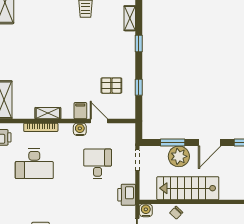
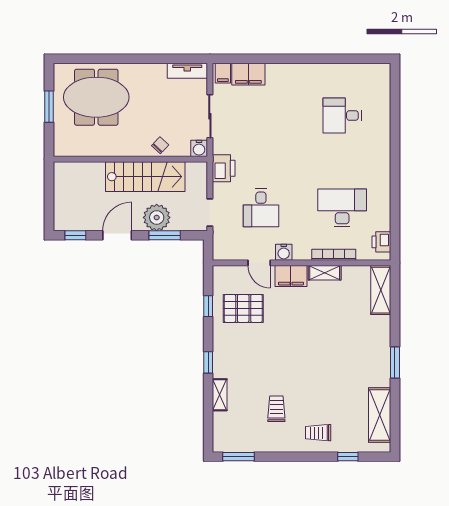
pallet: (111, 86) -> (243, 308), width x1.50, depth x1.42
filing cabinet: (80, 111) -> (291, 276), width x2.00

